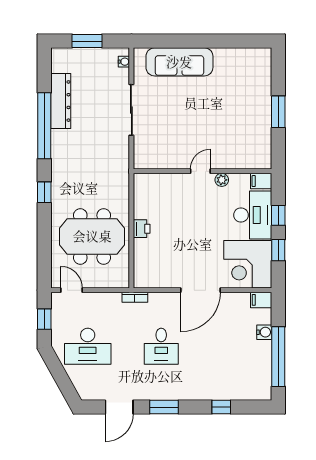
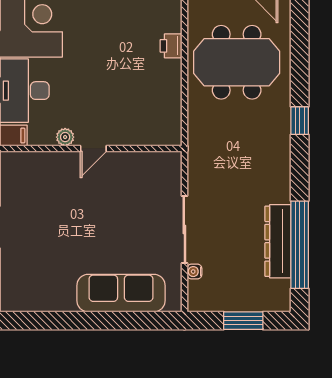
water cooler: (124, 62) -> (194, 272), moved
window: (44, 126) -> (300, 245), moved
printer: (142, 229) -> (171, 46), moved

